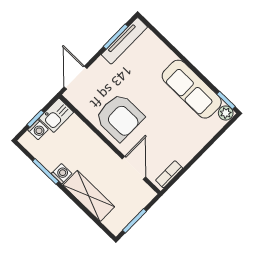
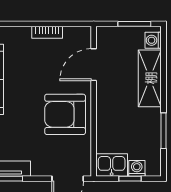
armchair: (119, 117) -> (65, 114), turned -90
washing machine: (62, 174) -> (153, 40), moved
bookcase: (169, 174) -> (47, 32), moved

